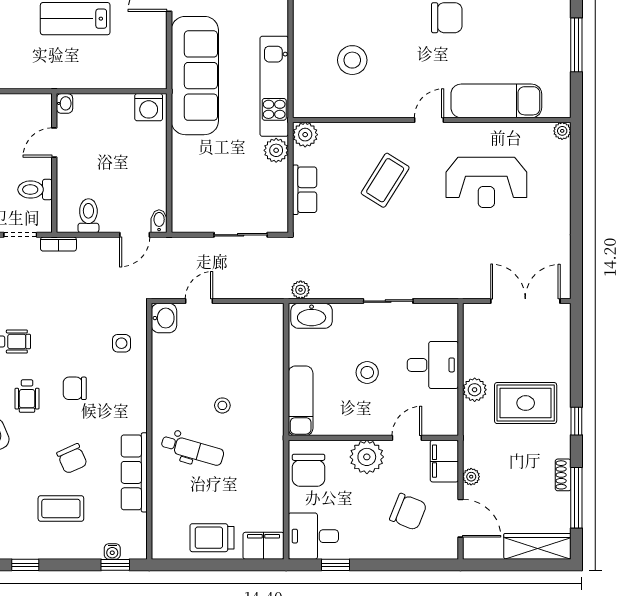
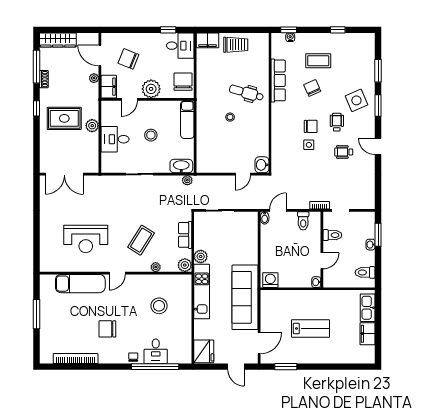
plant: (562, 131) -> (156, 267), moved
reception desk: (486, 182) -> (86, 239), turned 180
side table: (121, 343) -> (309, 145), moved

